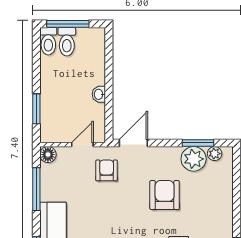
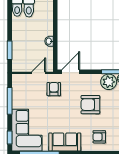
floor lamp: (48, 155) -> (17, 79), removed
armchair: (165, 195) -> (90, 105), turned -90

